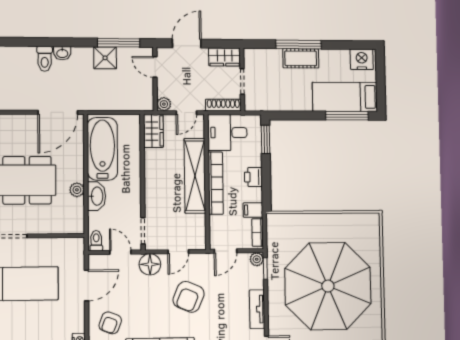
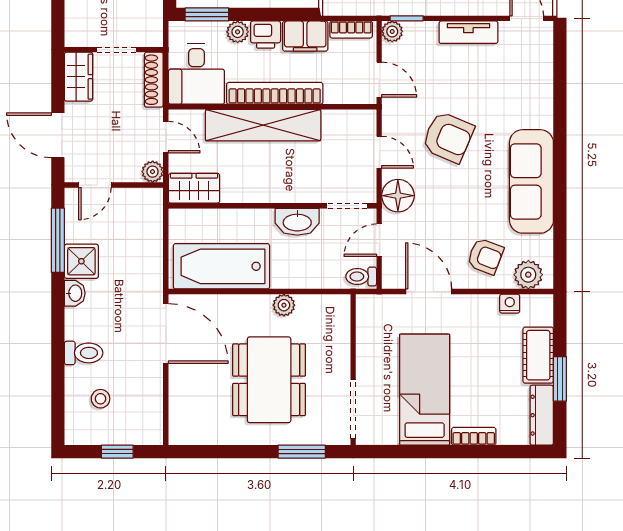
washbasin: (62, 53) -> (75, 293), moved
stool: (14, 70) -> (101, 399), added
plant: (255, 159) -> (238, 32), added
washbasin: (97, 196) -> (297, 222), moved, turned 180
filing cabinet: (253, 210) -> (305, 36), width x2.00

